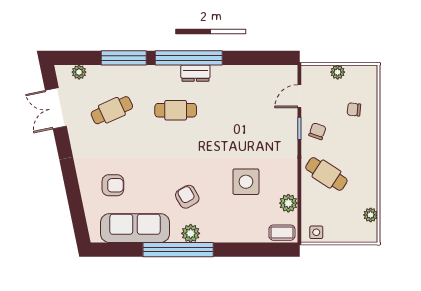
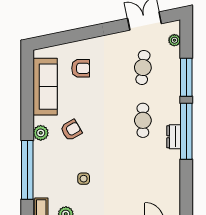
cafe table: (112, 110) -> (143, 67), turned 30
side table: (246, 182) -> (84, 179), width x0.54, depth x0.54
armchair: (113, 185) -> (81, 68), turned -90
window: (178, 250) -> (27, 170), moved

